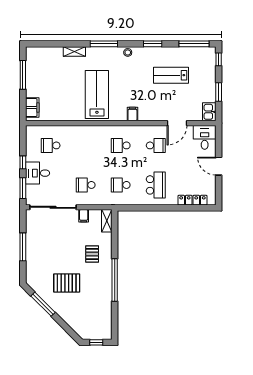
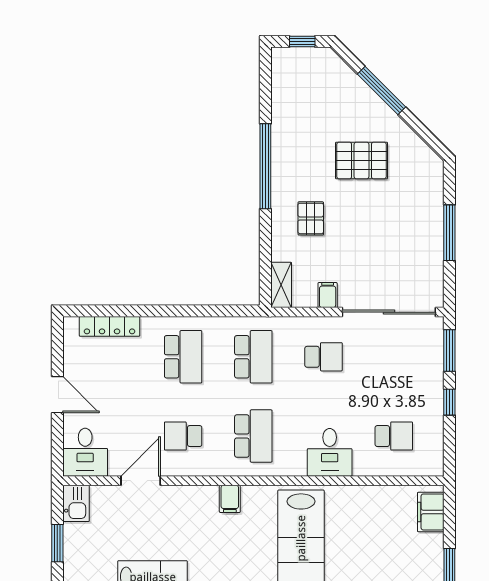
school desk: (121, 145) -> (253, 436), width x1.85
desk: (38, 173) -> (330, 452), moved, turned 90
school desk: (121, 185) -> (253, 357), width x1.85
school desk: (156, 185) -> (183, 357), turned 180
window: (43, 304) -> (382, 90), moved

